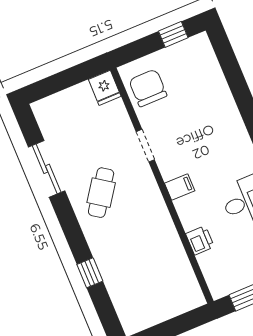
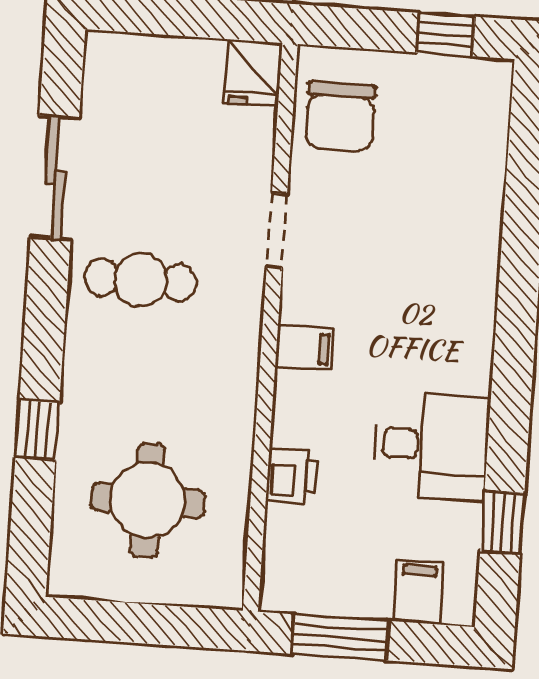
chair: (148, 88) -> (340, 117), turned 180
cafe table: (101, 193) -> (141, 280), turned 55
round table: (148, 279) -> (148, 500), added

